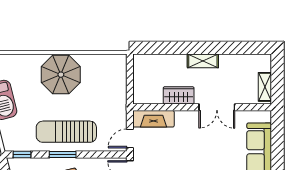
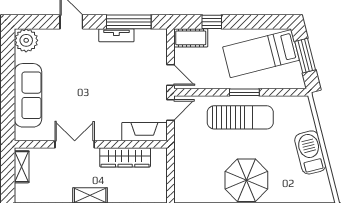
wardrobe: (179, 95) -> (125, 157), width x1.50
window: (22, 154) -> (289, 92), removed

